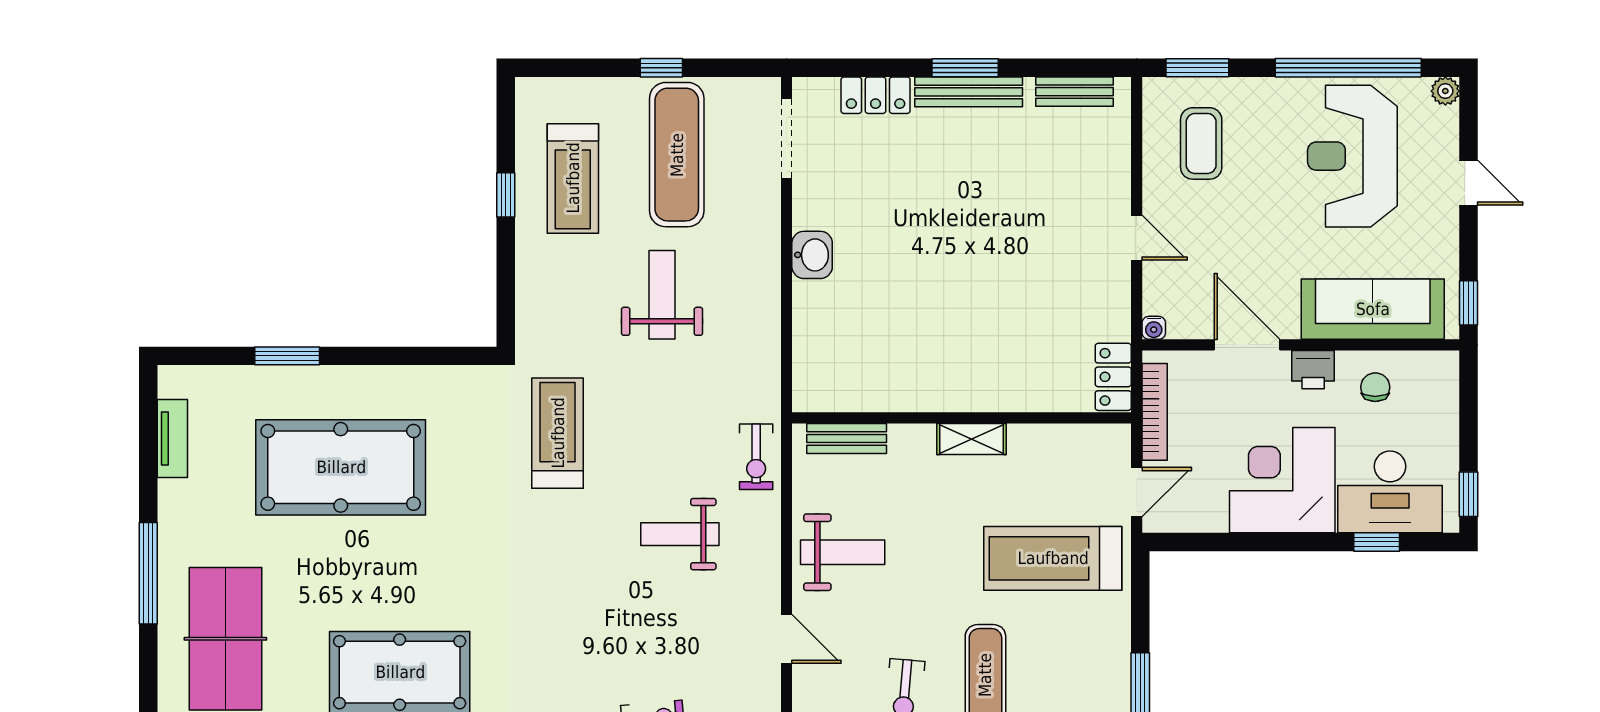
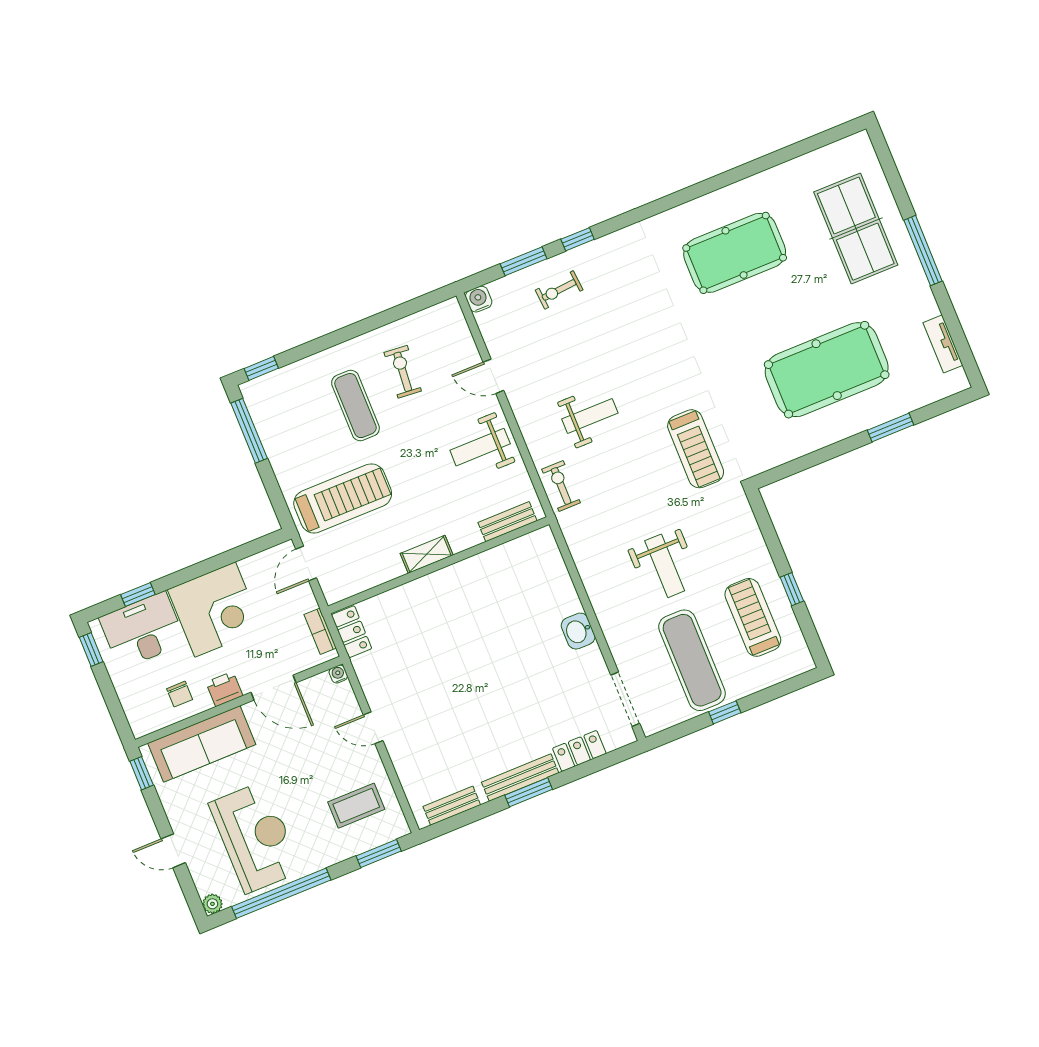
coffee table: (1201, 143) -> (356, 806), turned 90
bookcase: (1155, 412) -> (320, 631), width x0.64

